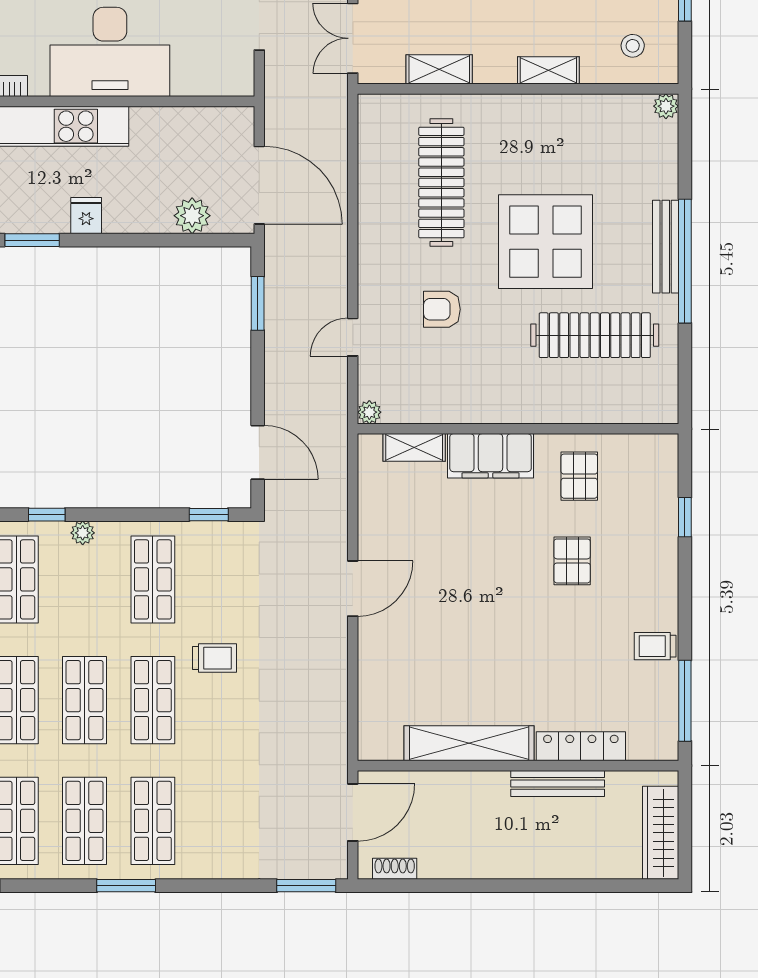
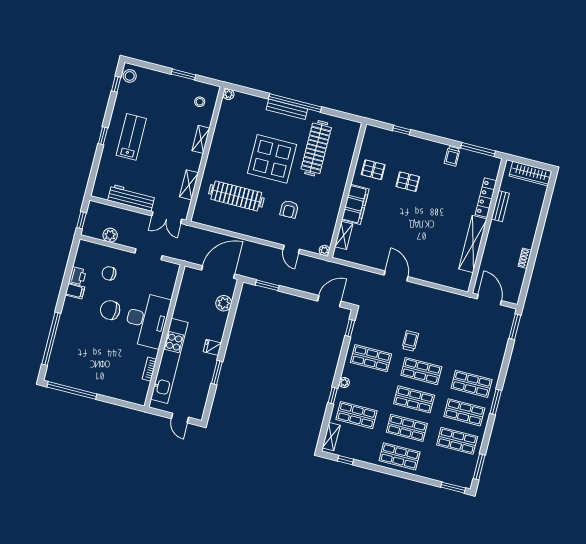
bench: (558, 783) -> (500, 206), width x0.73
shoe rack: (395, 869) -> (525, 258), moved

